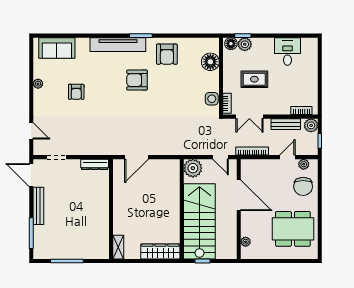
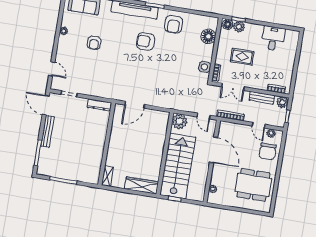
door: (287, 157) -> (259, 125), swing flipped

